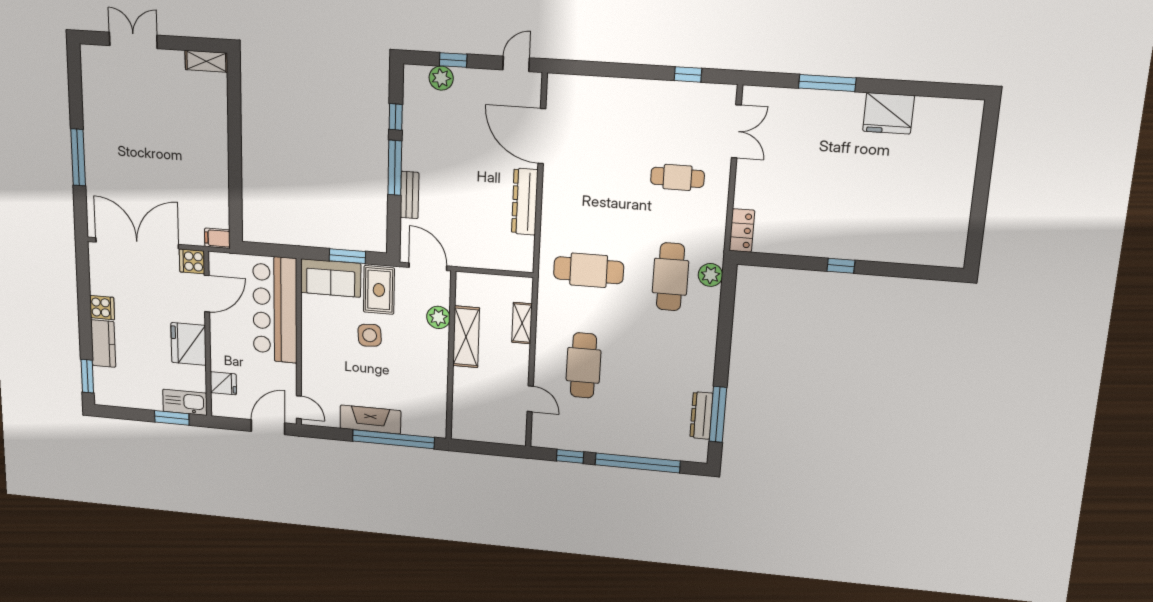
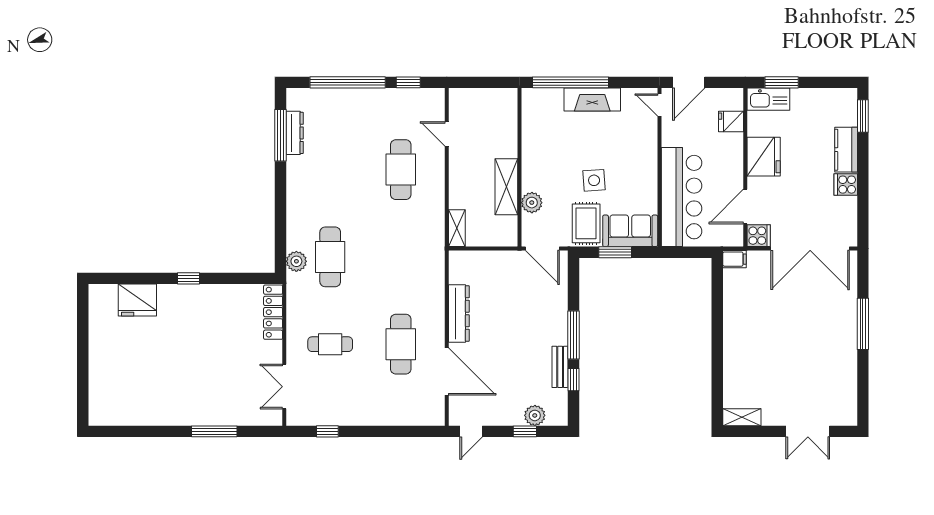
fridge: (888, 113) -> (137, 300), moved, turned 180
bench: (410, 195) -> (560, 367), moved
locker: (742, 230) -> (273, 312), width x1.53
cafe table: (589, 270) -> (401, 344), moved, turned 90
shelving: (522, 323) -> (457, 228), moved

